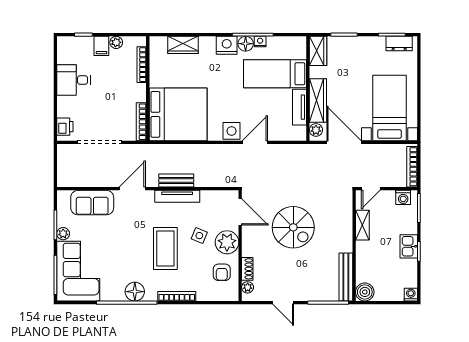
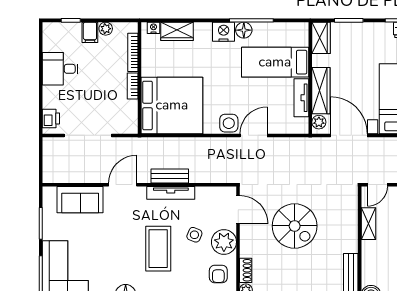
nightstand: (260, 42) -> (154, 28), moved
bookcase: (141, 122) -> (133, 86), moved, width x0.64
plant: (63, 234) -> (49, 233), removed

